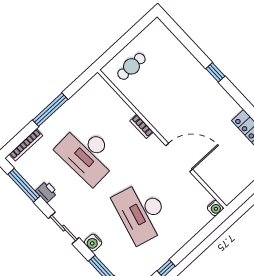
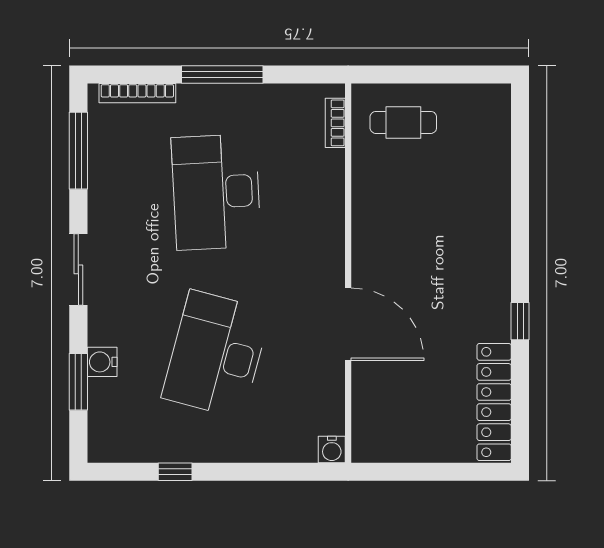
window: (215, 72) -> (520, 321), moved
bookcase: (142, 126) -> (335, 123), moved
printer: (46, 192) -> (103, 192), removed
water cooler: (93, 243) -> (102, 362), moved

